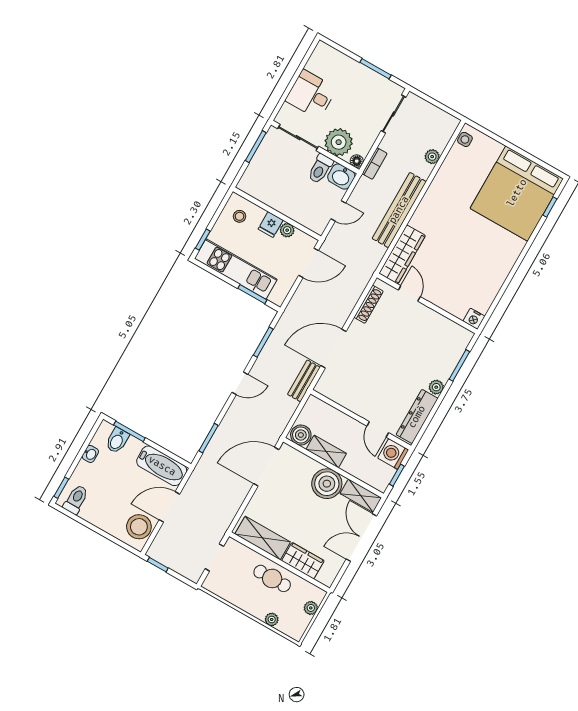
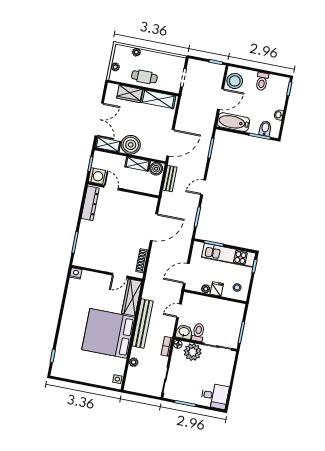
desk: (311, 94) -> (215, 396), moved
bed: (517, 193) -> (108, 333), moved, turned -90
door: (409, 293) -> (120, 276), hinge flipped
bench: (304, 381) -> (170, 179), moved
plant: (436, 387) -> (85, 225), removed
toilet: (76, 499) -> (262, 81), moved

